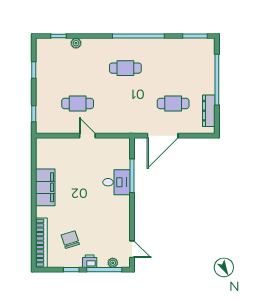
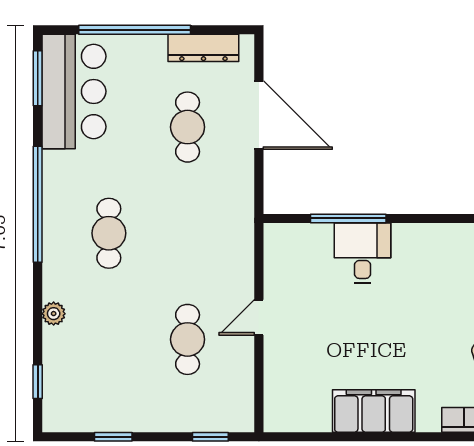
plant: (76, 43) -> (54, 314), moved
bar counter: (189, 52) -> (74, 91), added
door: (163, 136) -> (259, 115), moved

